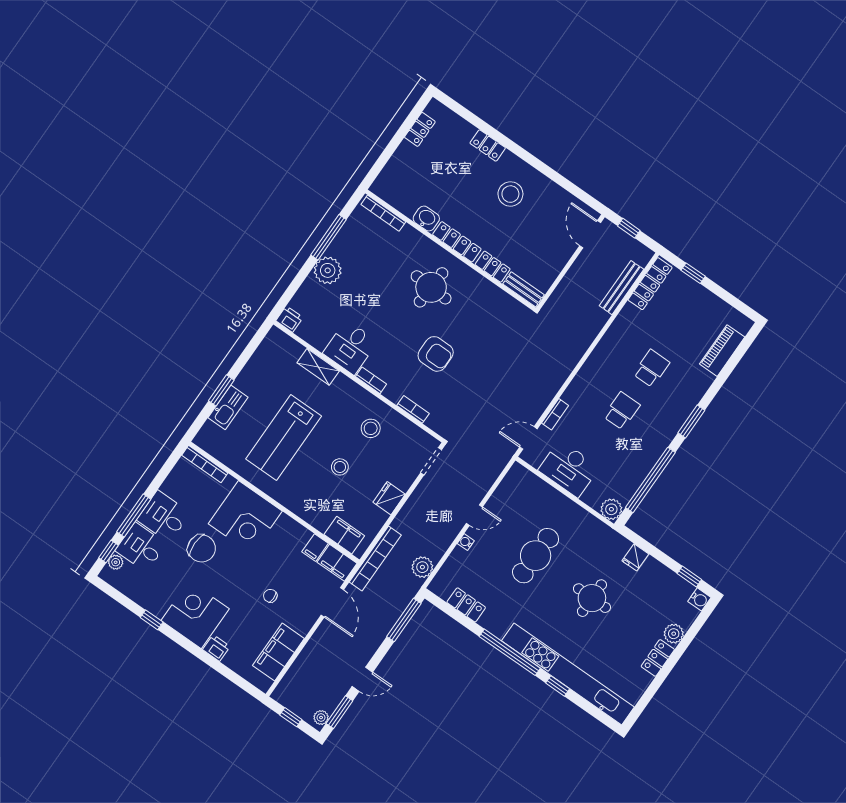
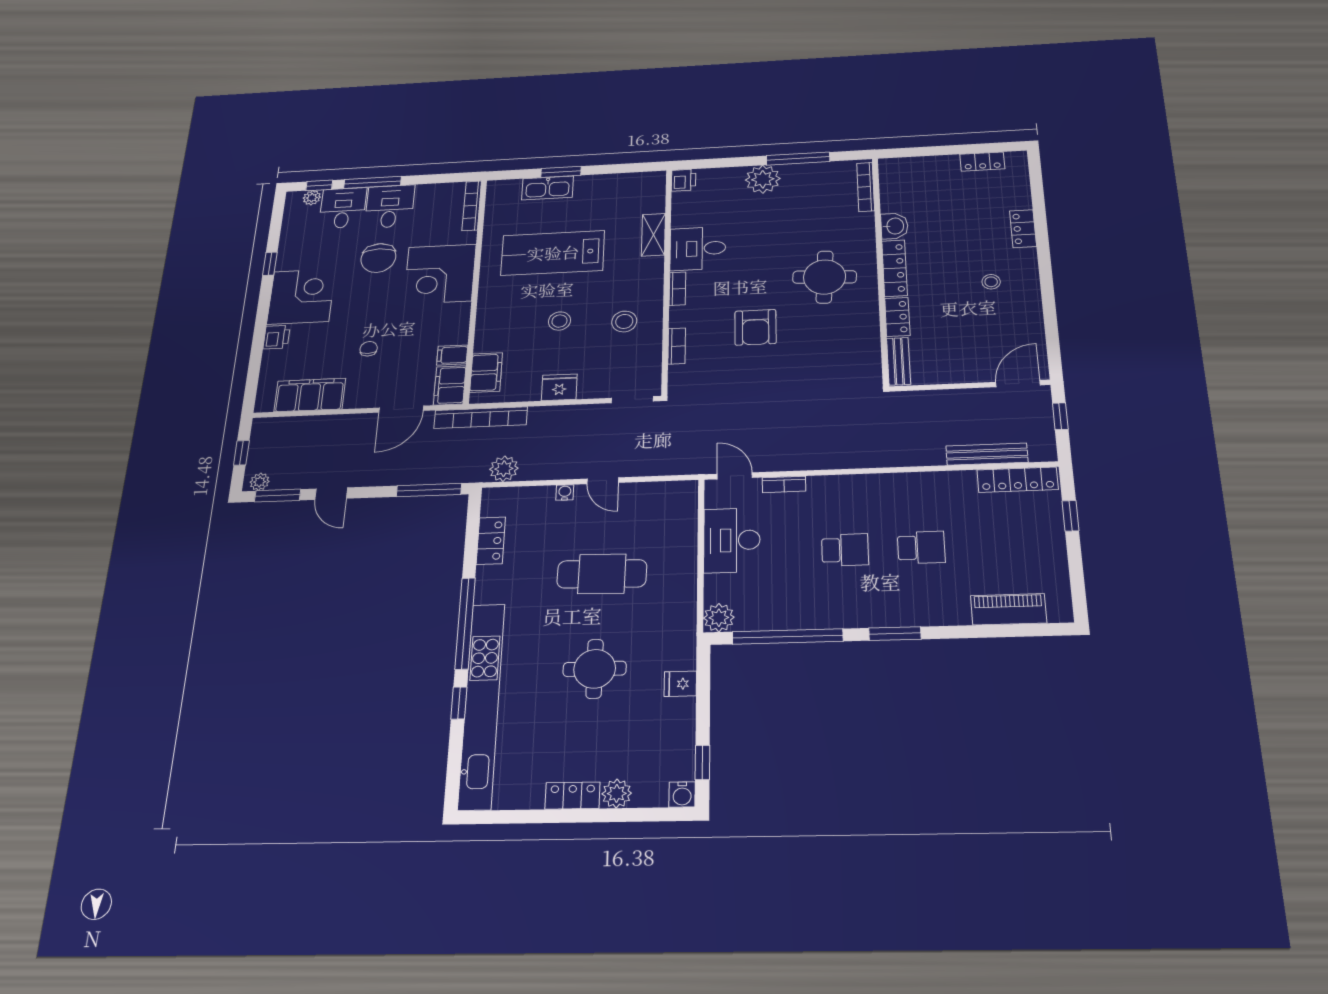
stool: (510, 194) -> (991, 282), width x0.53, depth x0.53

